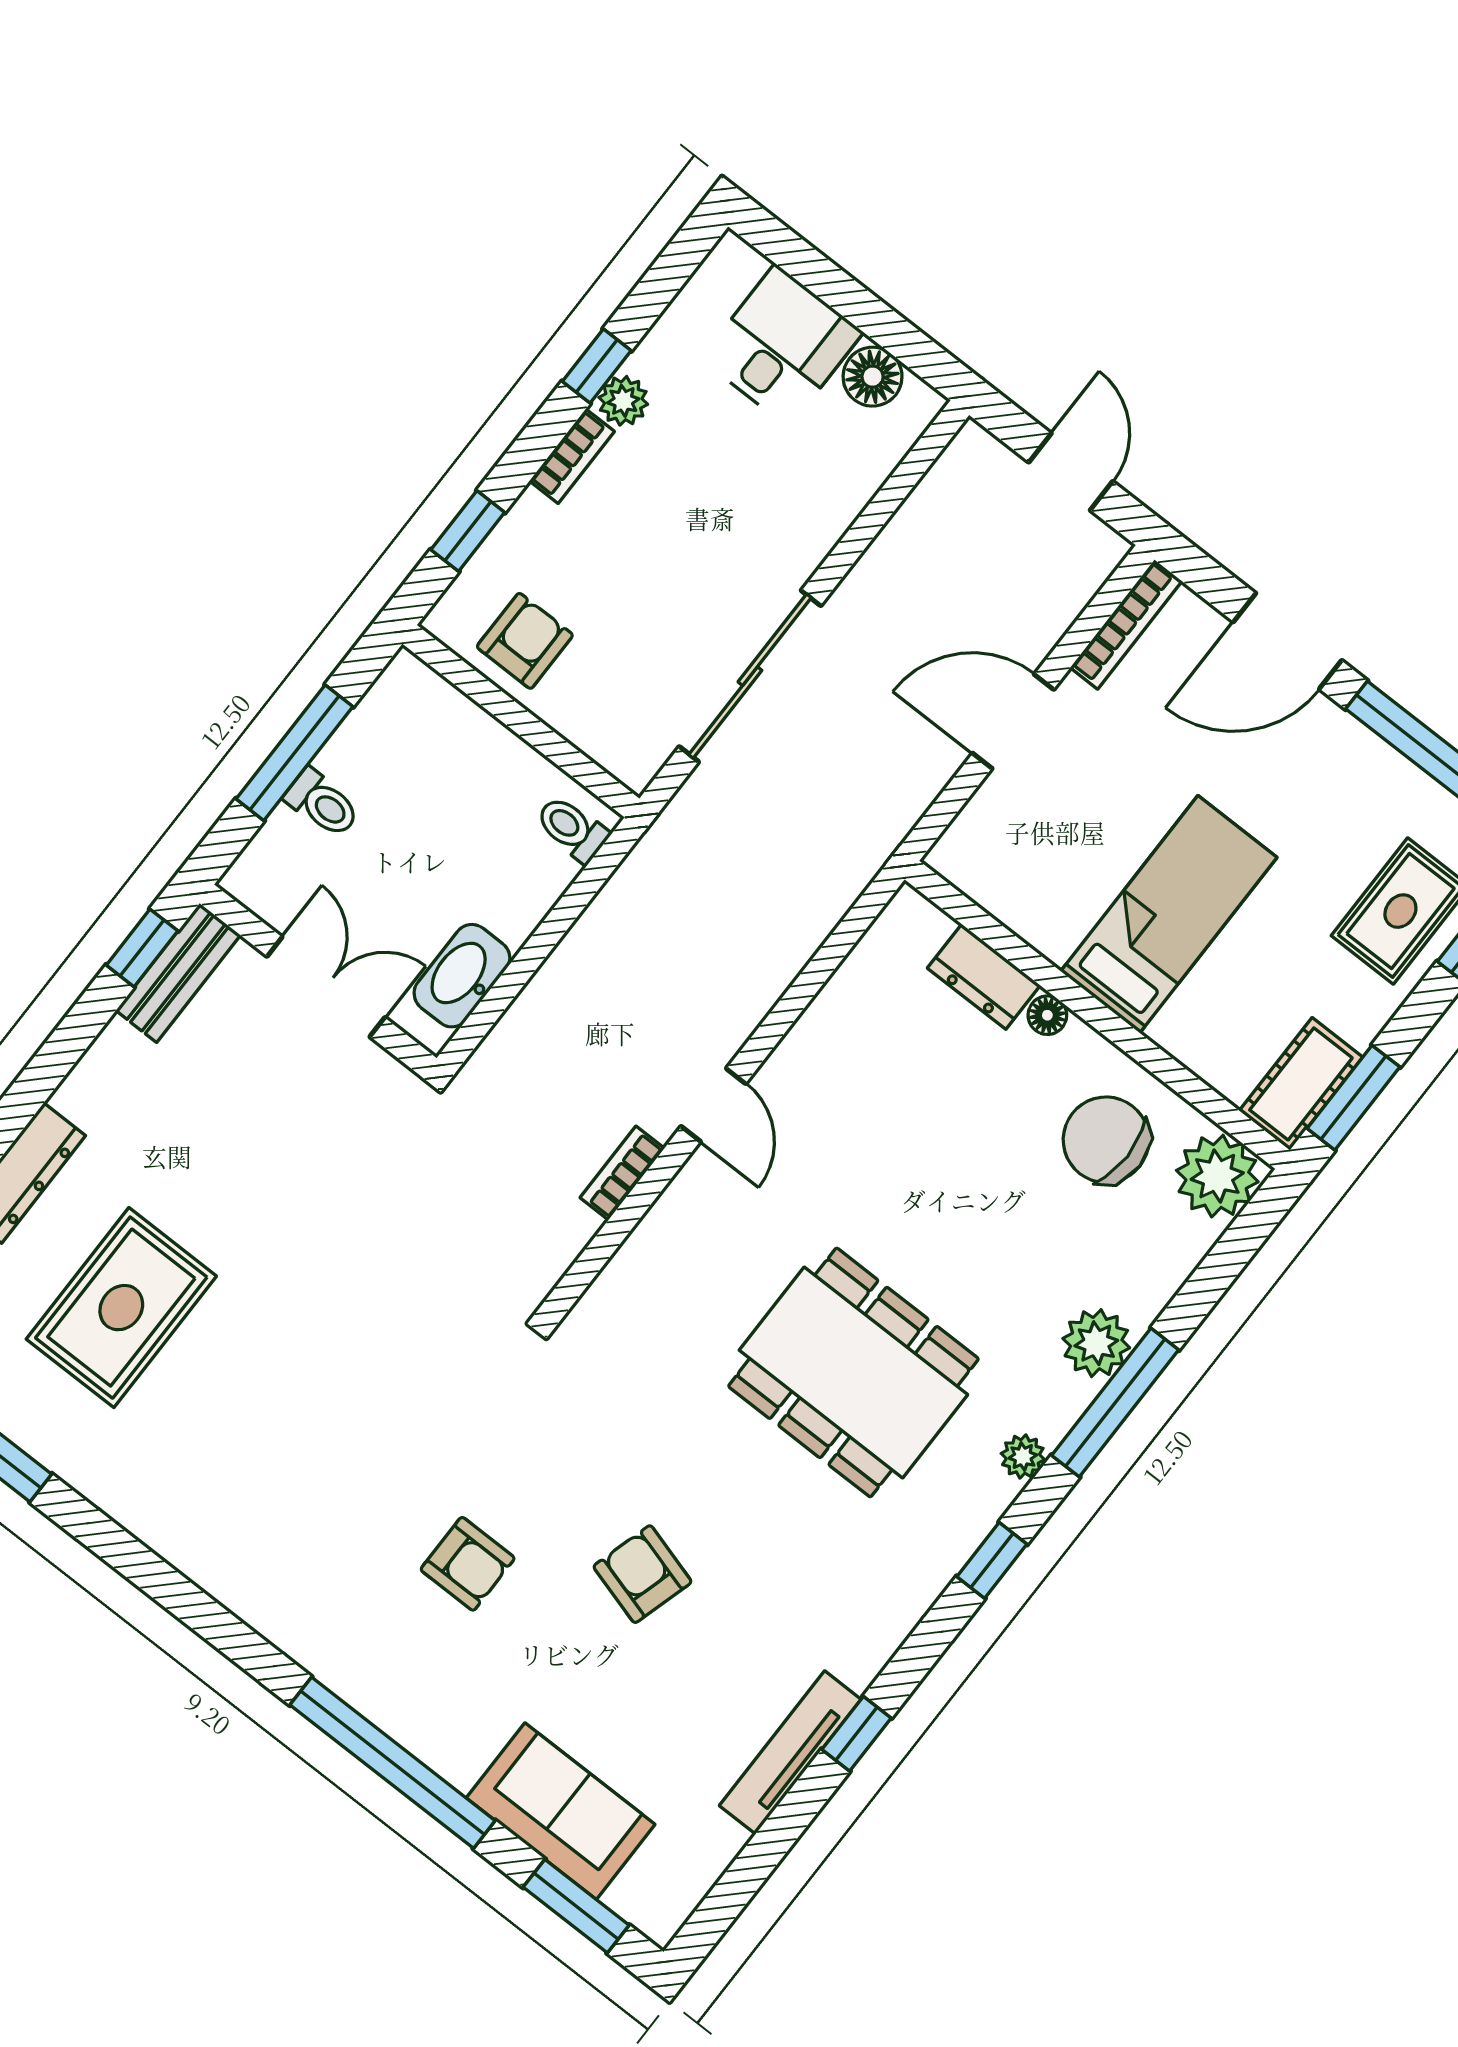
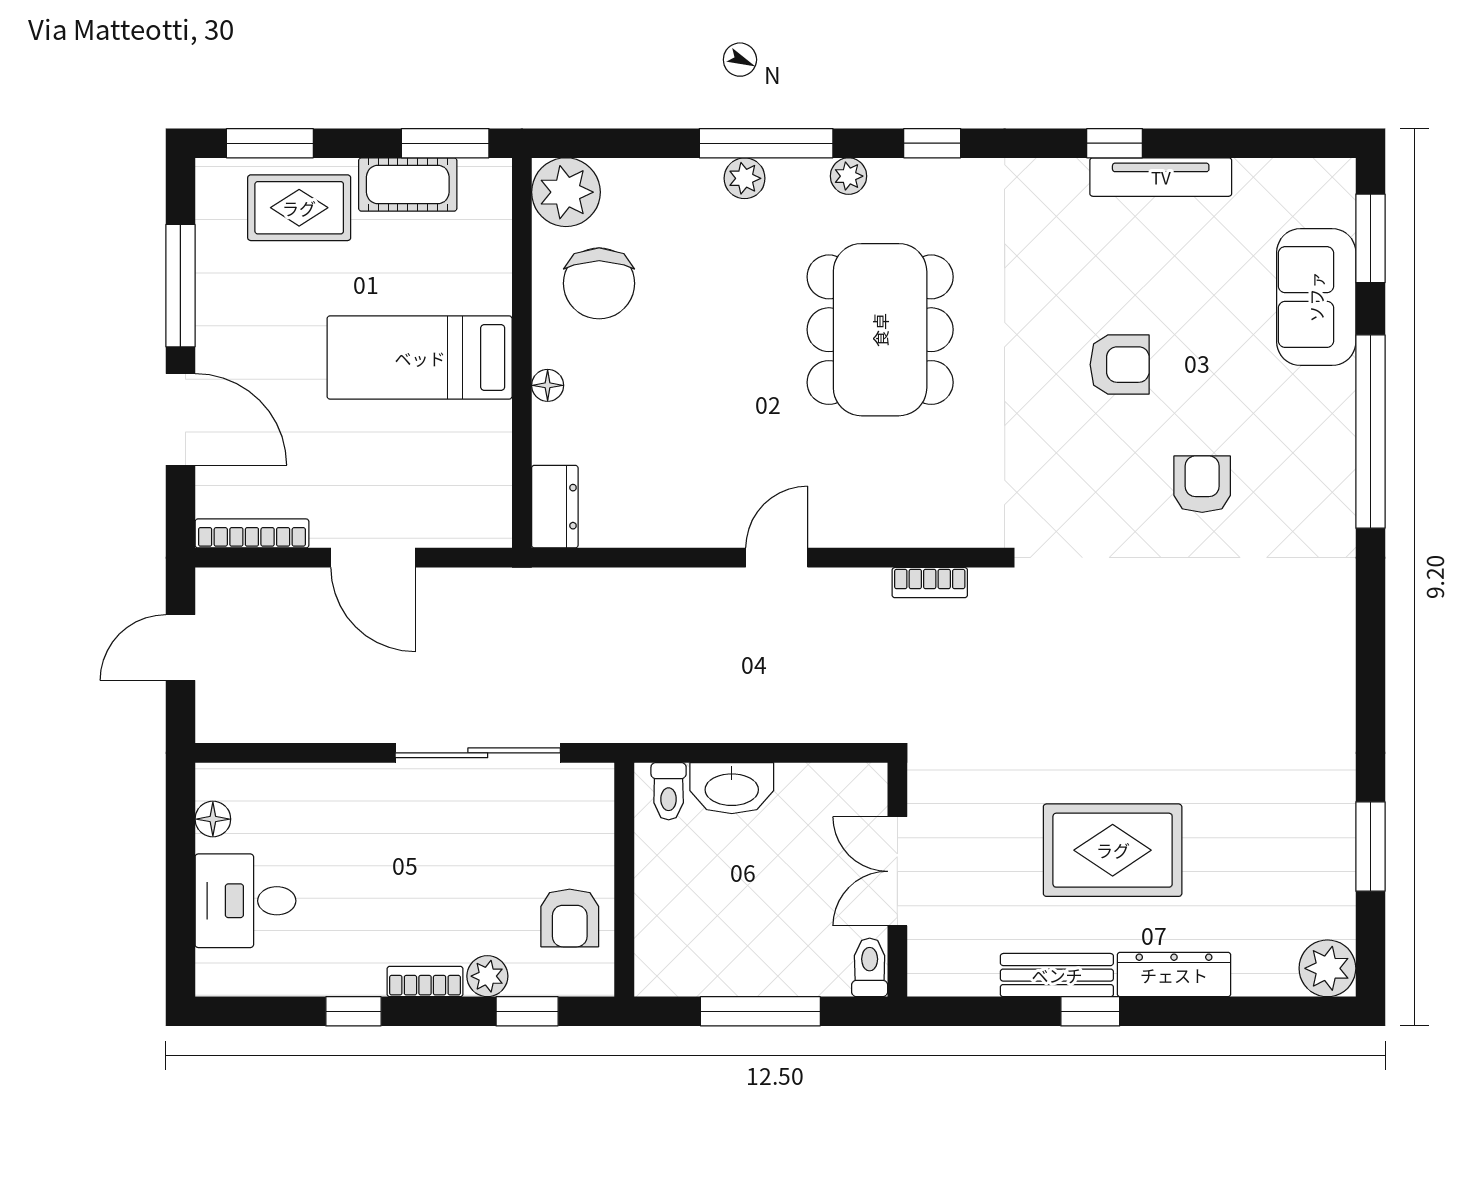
floor lamp: (873, 377) -> (213, 819), width x0.73, depth x0.73
plant: (623, 401) -> (487, 976), moved
armchair: (525, 641) -> (570, 918), turned -90
toilet: (322, 803) -> (870, 967), moved
window: (142, 948) -> (1090, 1011), moved
bench: (178, 973) -> (1057, 975), moved
washbasin: (462, 976) -> (732, 788), moved
dresser: (984, 977) -> (555, 507), moved
cot: (1301, 1084) -> (408, 185), moved
bookcase: (622, 1173) -> (930, 583), moved
rug: (121, 1308) -> (1113, 850), moved
plant: (1096, 1343) -> (745, 178), width x0.73, depth x0.73
armchair: (642, 1574) -> (1120, 365), turned -106

